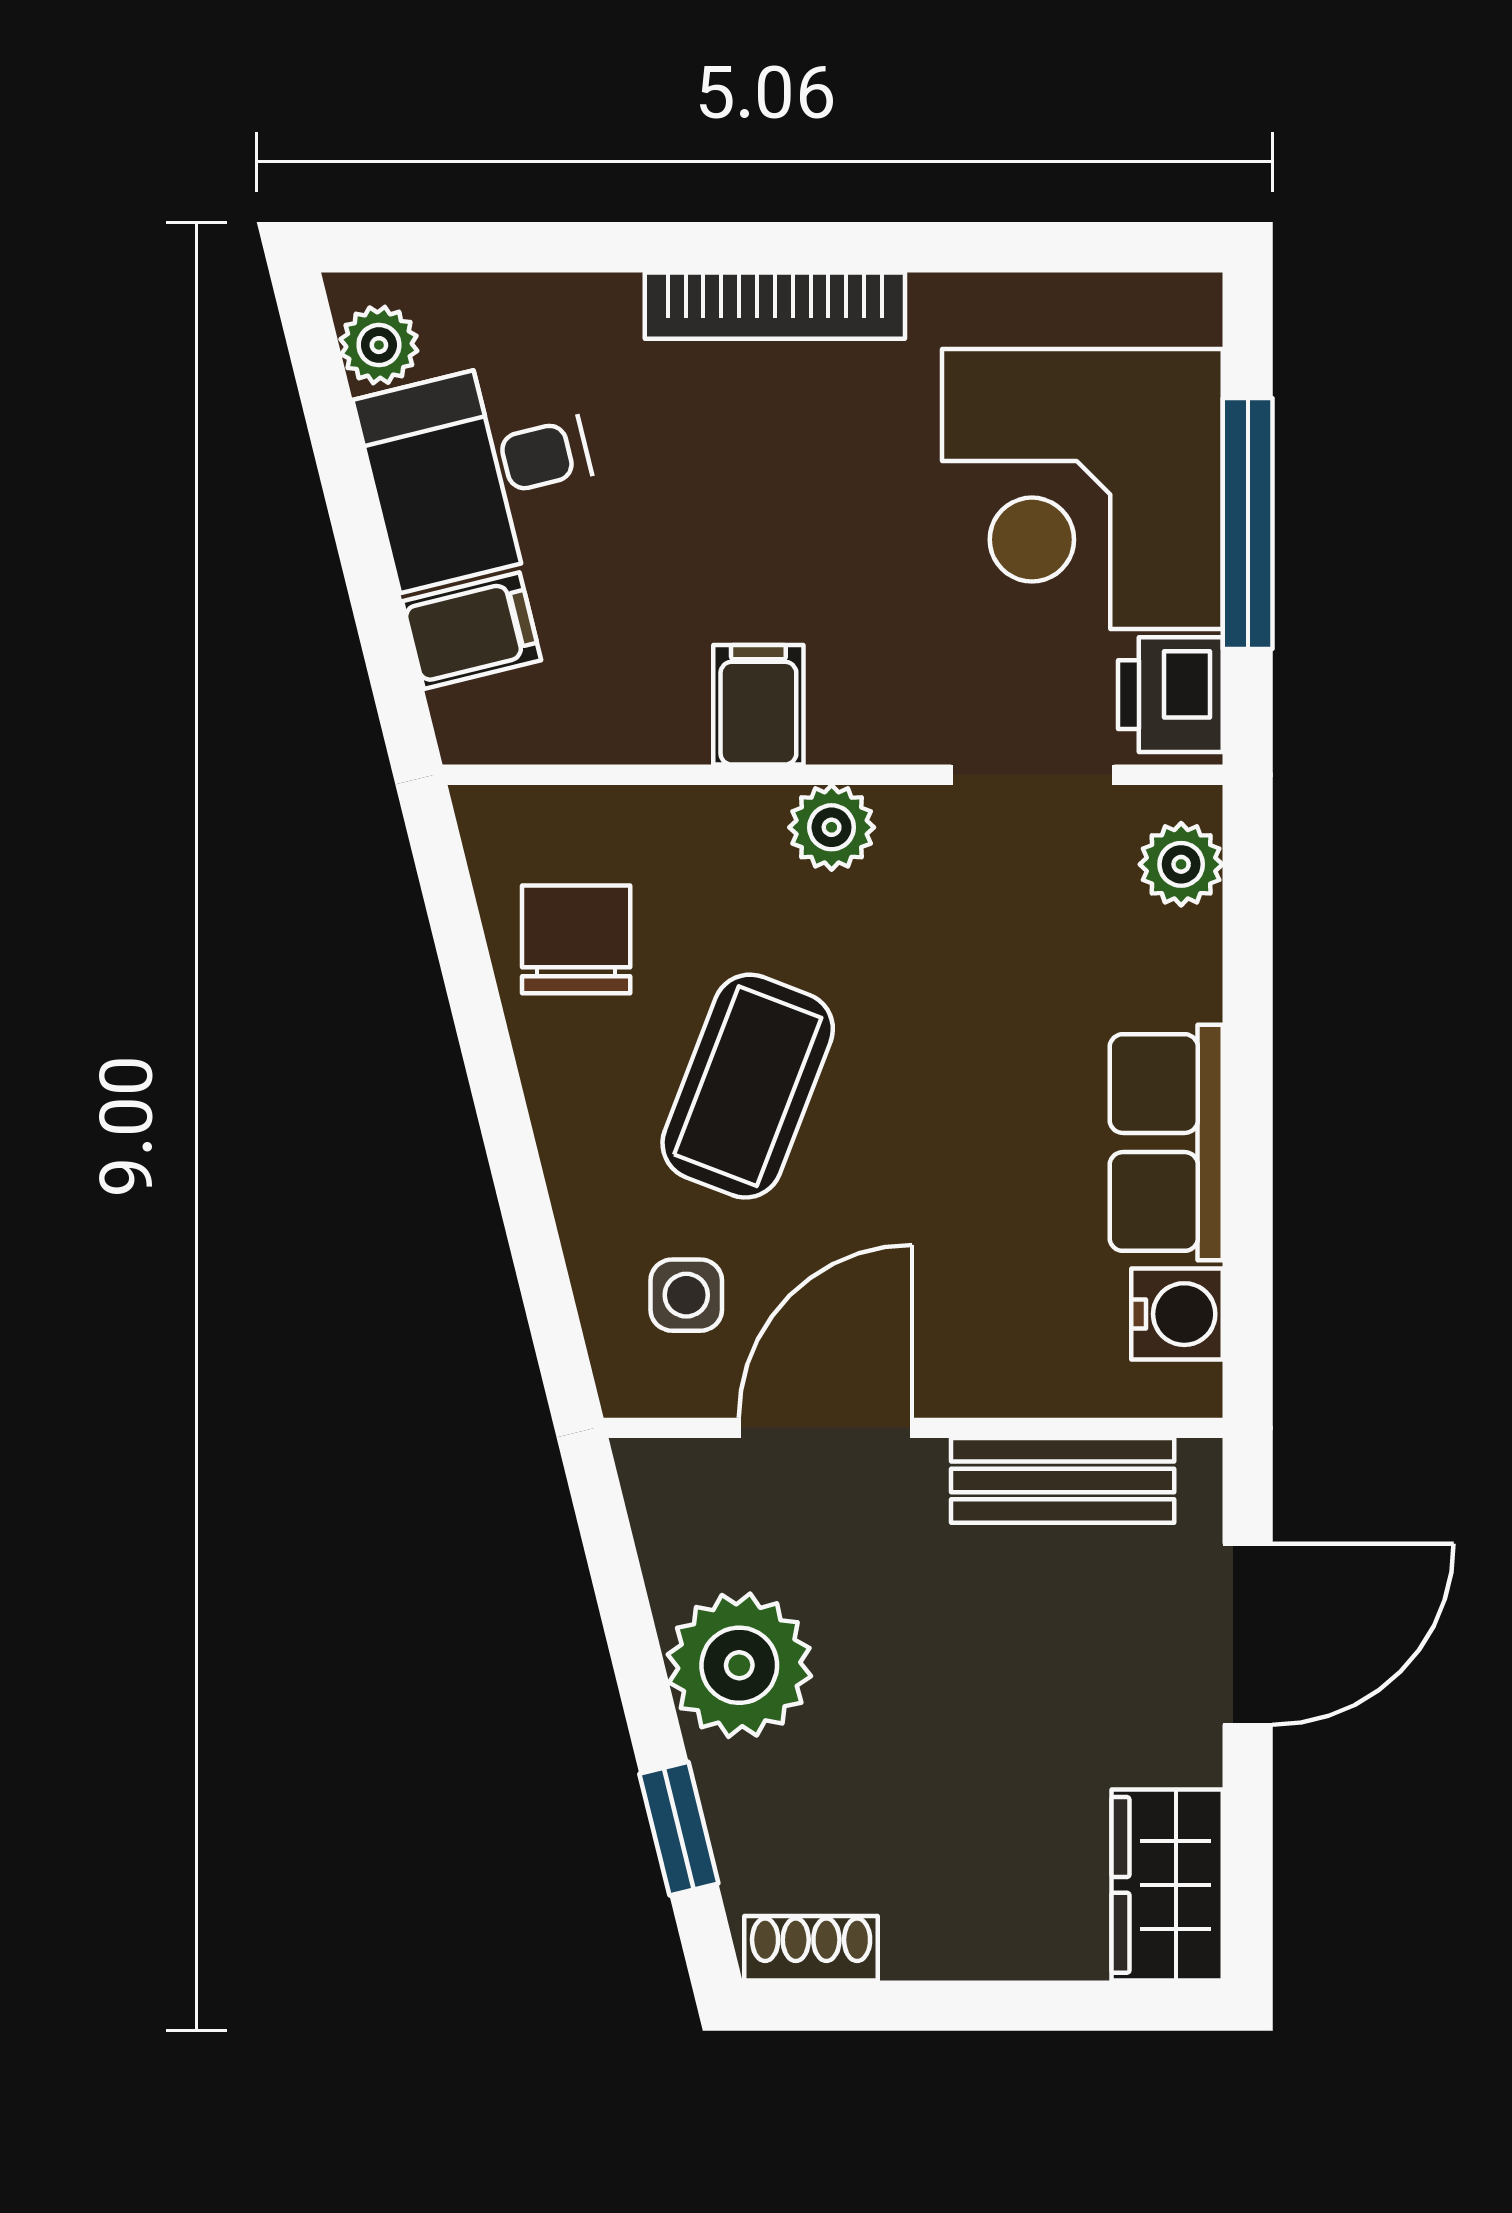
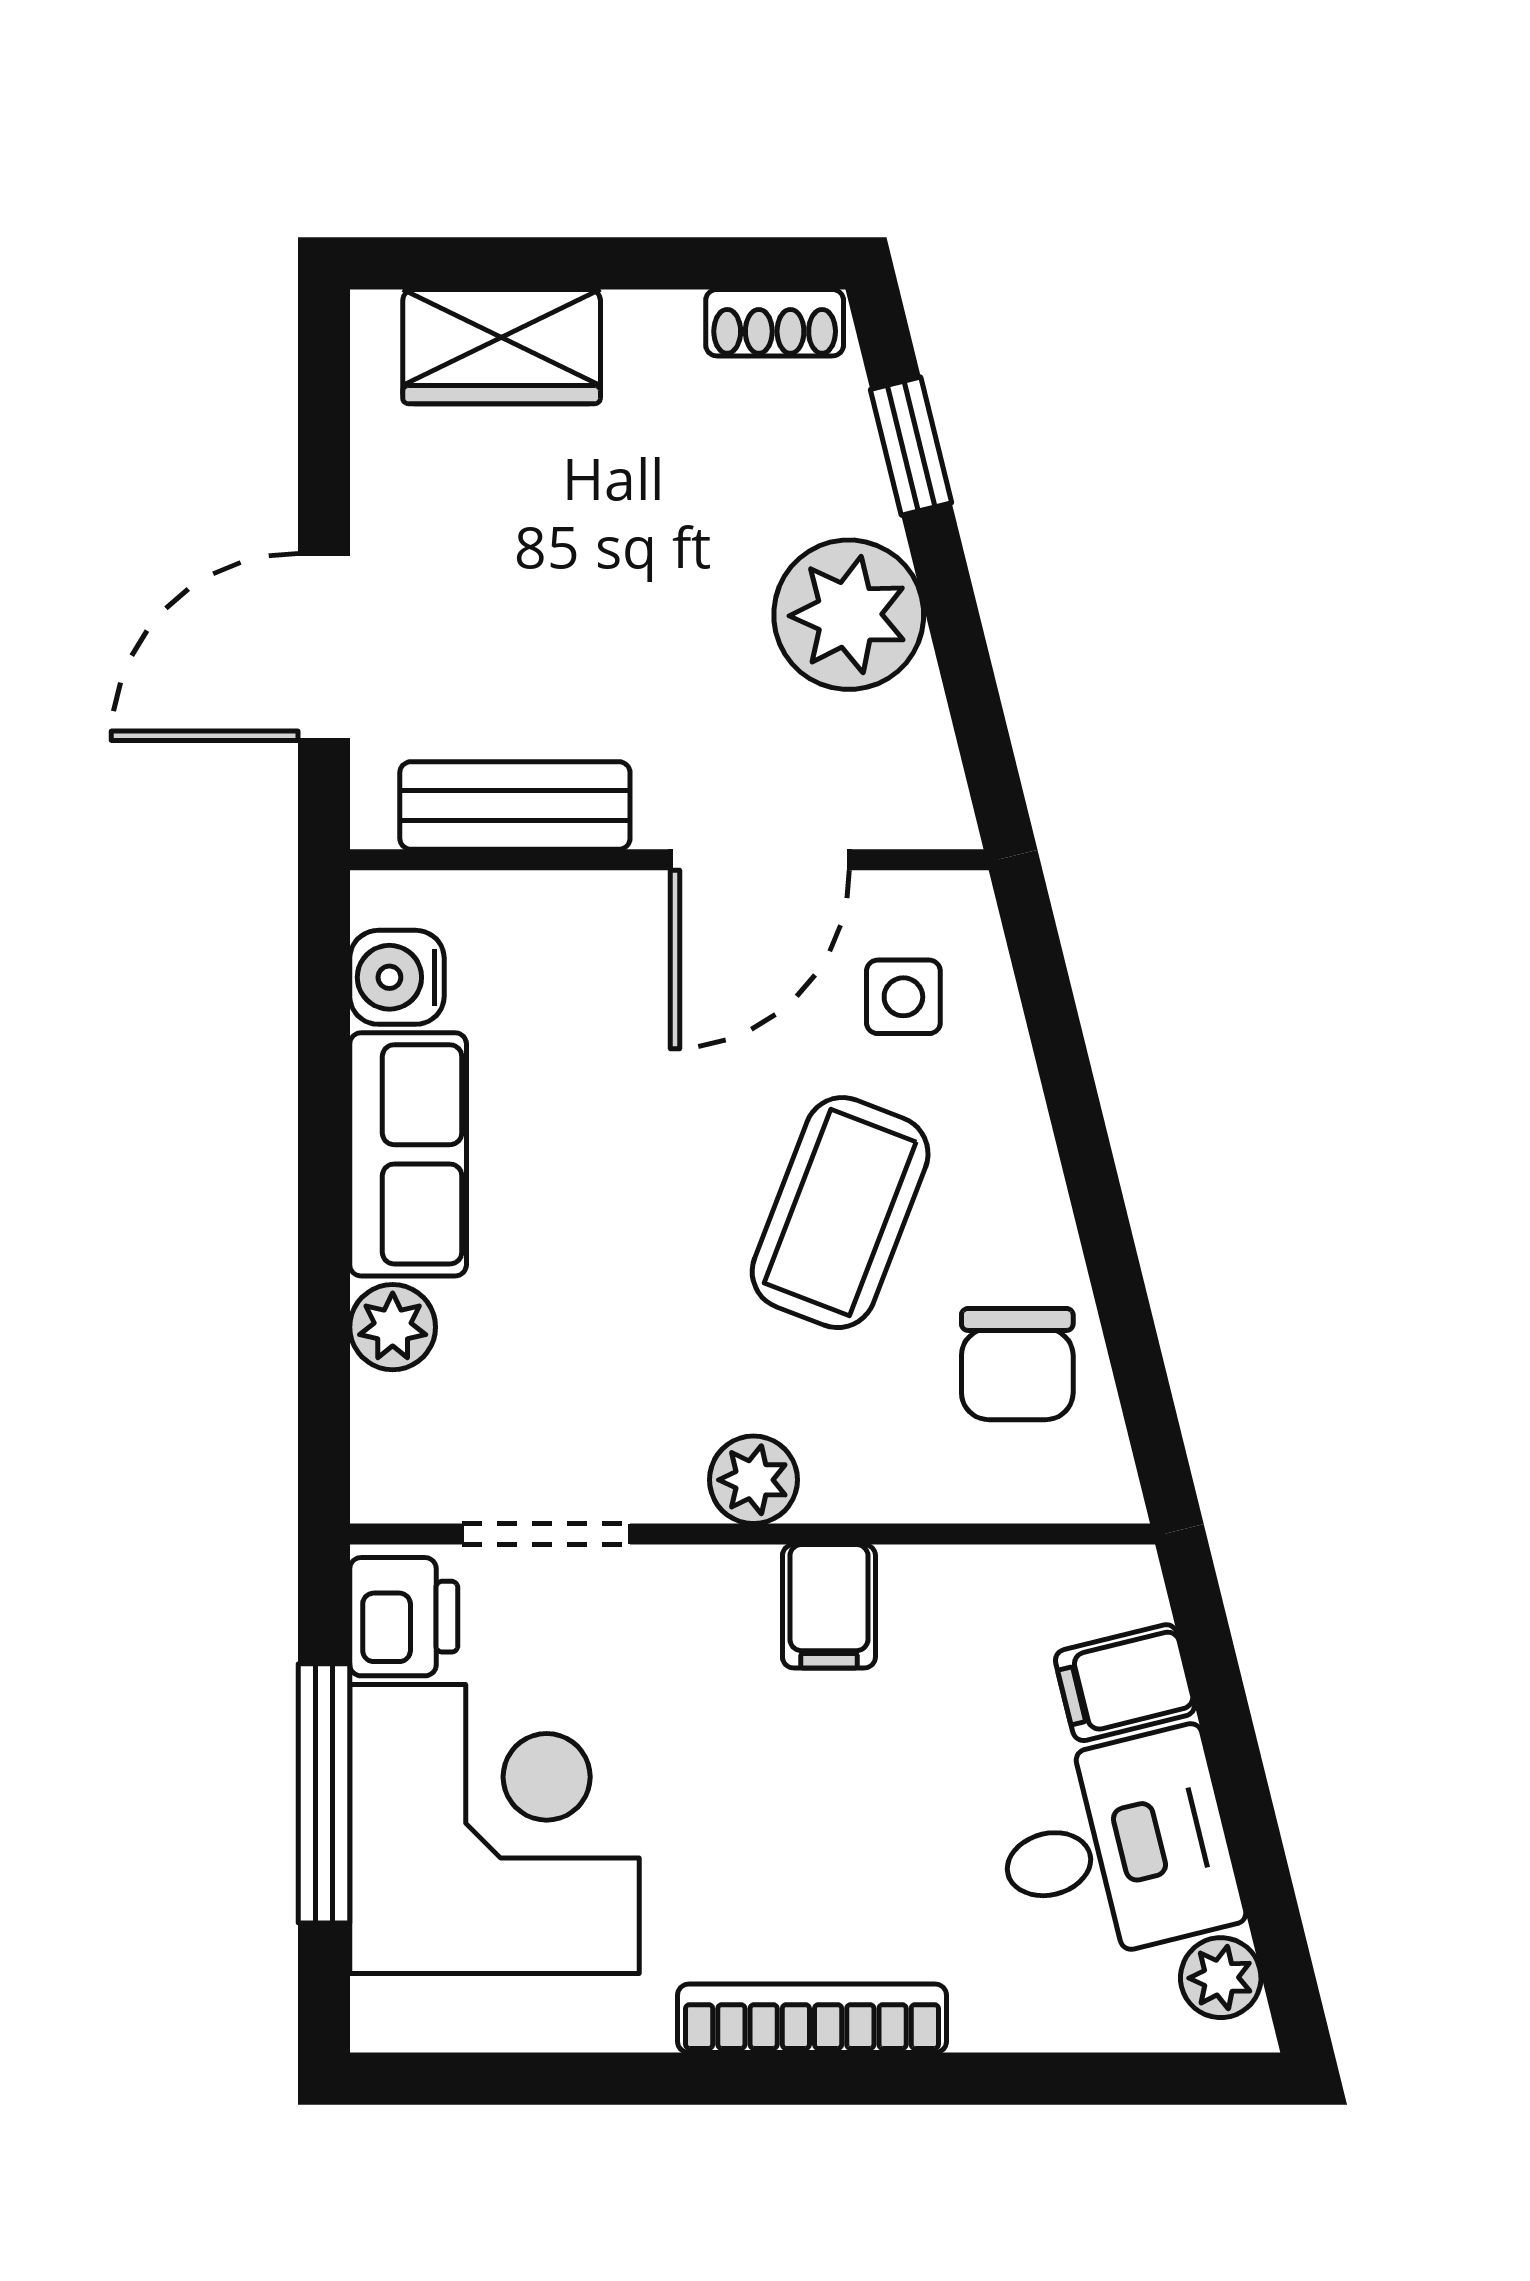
plant: (1181, 864) -> (393, 1327), moved
wardrobe: (1167, 1885) -> (502, 347), moved, turned 90

